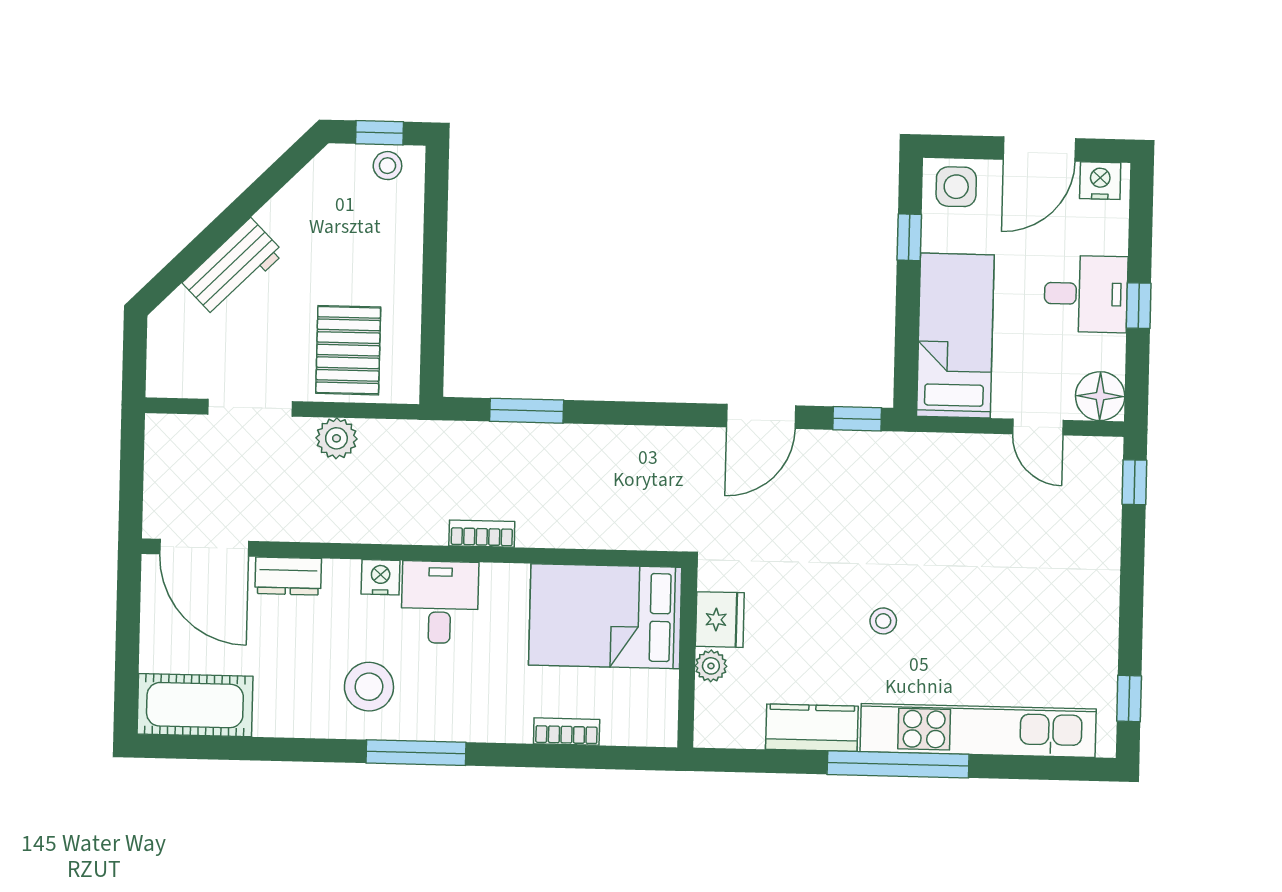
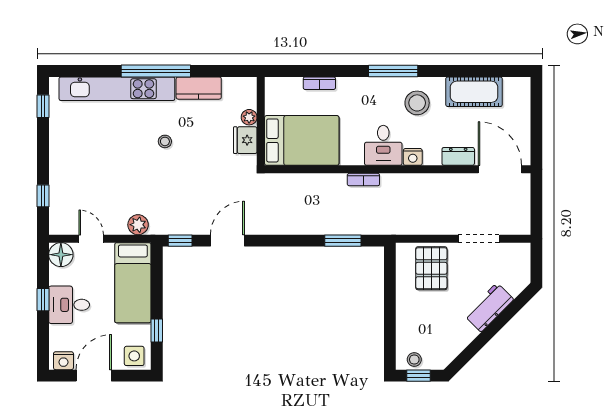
plant: (336, 438) -> (138, 225), moved
window: (1134, 482) -> (43, 196), moved
cot: (195, 705) -> (474, 92), moved

